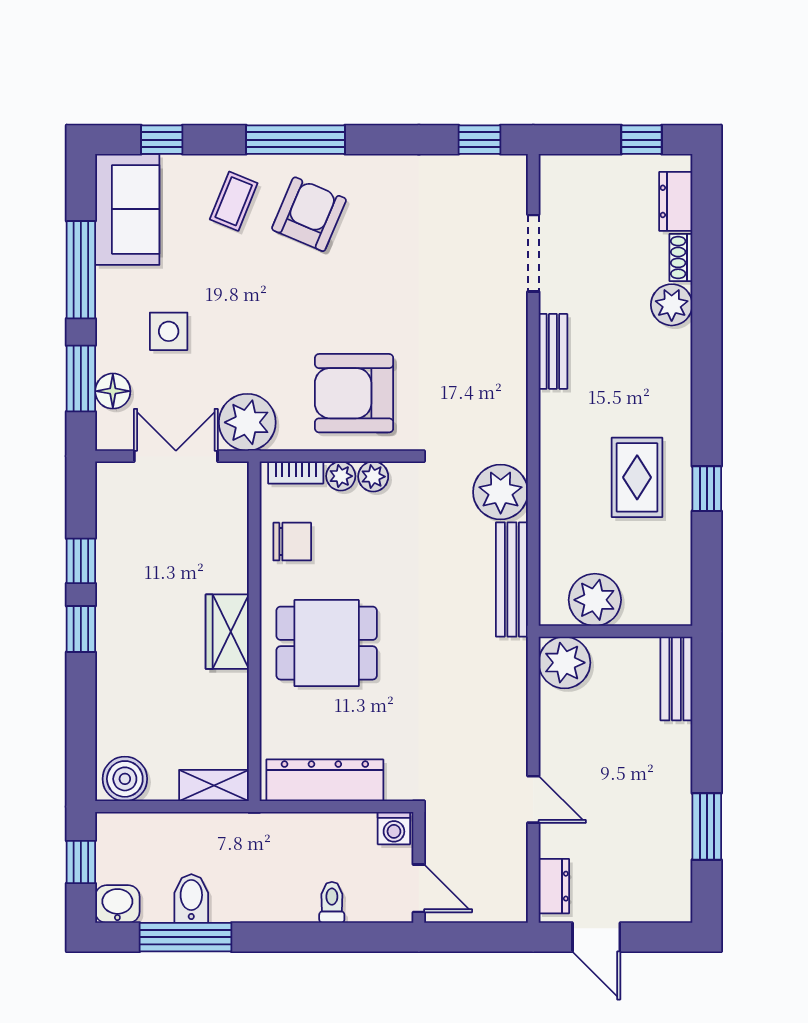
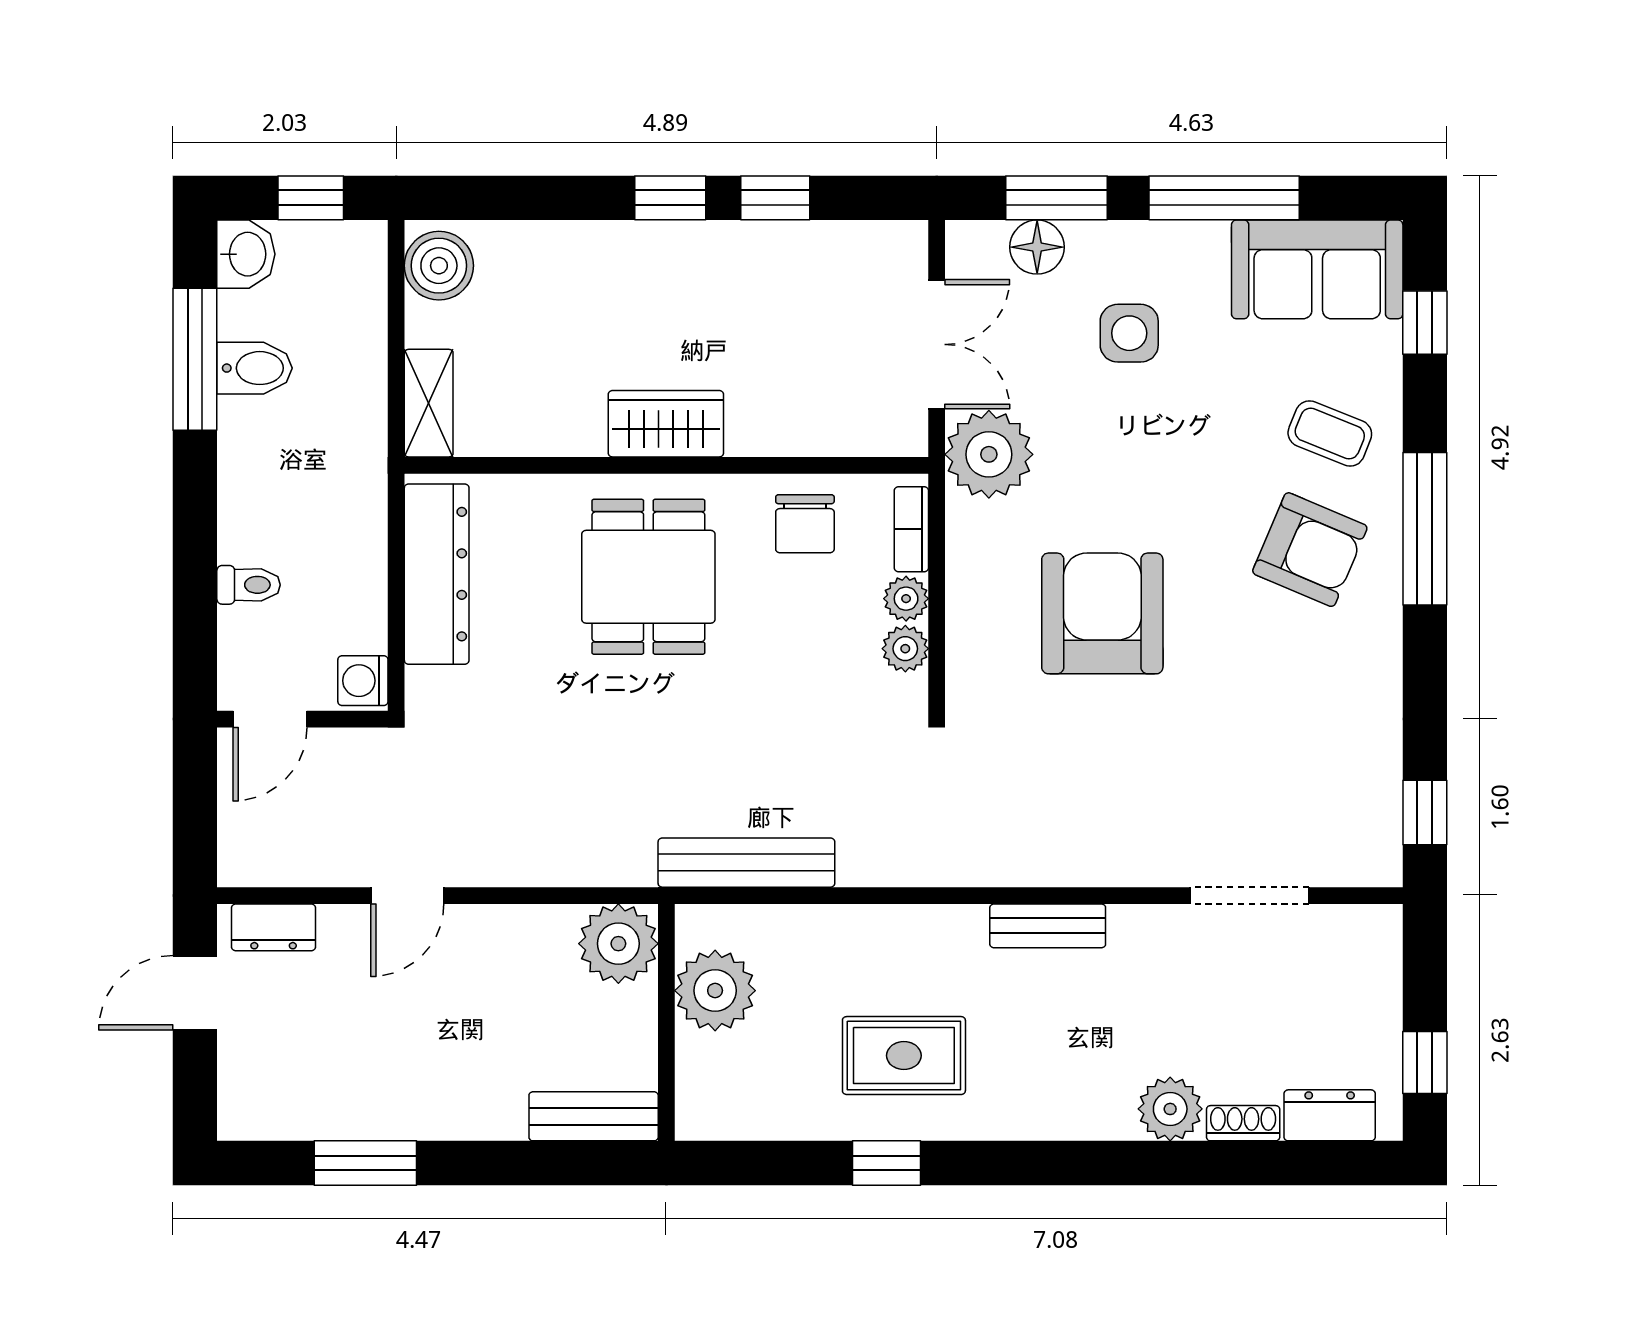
bench: (553, 351) -> (1048, 926), moved
armchair: (354, 393) -> (1102, 613), moved
plant: (501, 492) -> (881, 845), removed

